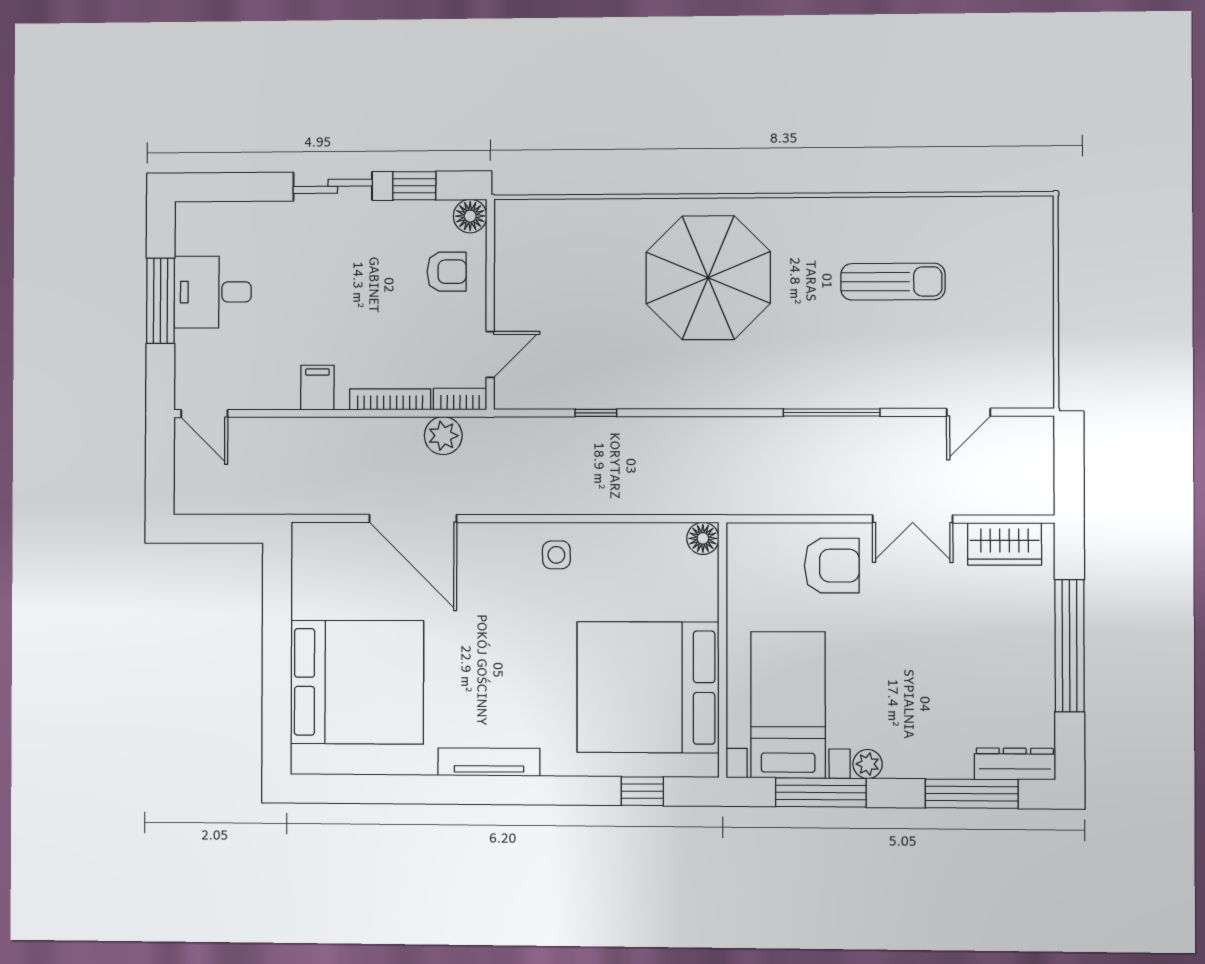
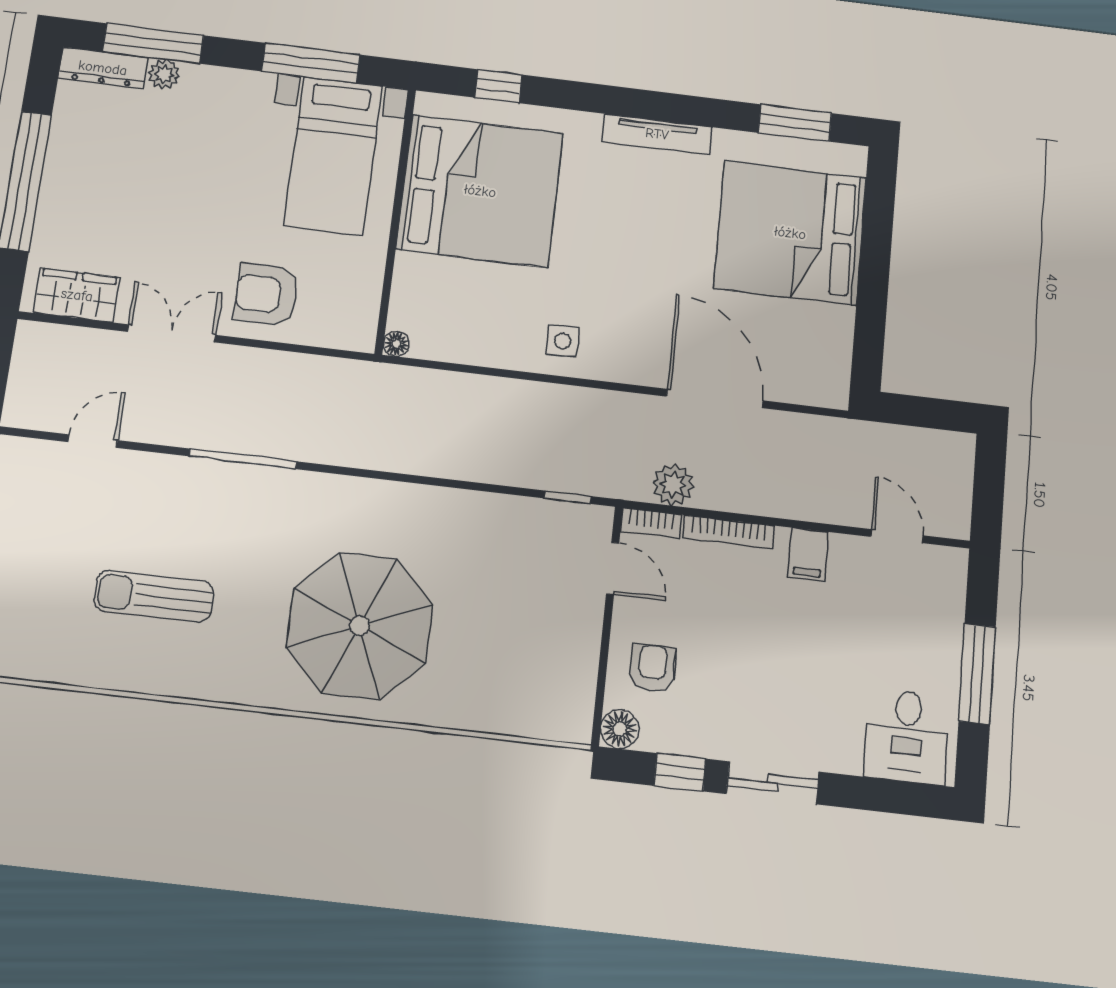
armchair: (447, 272) -> (652, 668), turned 90
desk: (213, 292) -> (907, 736), moved, turned 90
door: (490, 355) -> (613, 568), swing flipped
window: (596, 413) -> (568, 497), moved
door: (204, 414) -> (897, 536), moved
floor lamp: (703, 538) -> (396, 344), width x0.73, depth x0.73
plant: (868, 764) -> (164, 74), moved
window: (361, 789) -> (795, 123), added

